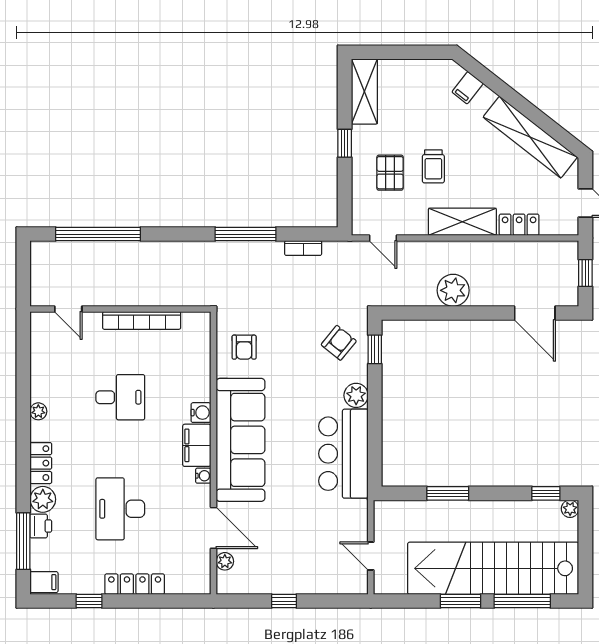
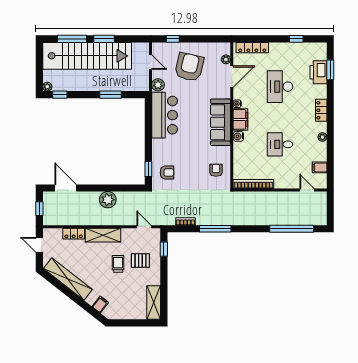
window: (345, 143) -> (164, 249), moved
pallet: (390, 173) -> (140, 261), turned 90
bookcase: (142, 320) -> (253, 184), moved
armchair: (339, 343) -> (167, 172), turned -129
plant: (356, 395) -> (158, 85), moved
sofa: (241, 440) -> (221, 122), width x0.74, depth x0.79
plant: (43, 499) -> (320, 91), removed
desk: (120, 509) -> (280, 87), turned 180
printer: (41, 526) -> (318, 72), width x1.87, depth x1.48
door: (213, 528) -> (232, 77), swing flipped
window: (23, 541) -> (330, 70), width x0.69
armchair: (296, 547) -> (189, 67), added
filing cabinet: (44, 582) -> (320, 167), moved
locker: (135, 584) -> (252, 48), moved
window: (284, 601) -> (173, 39), moved

